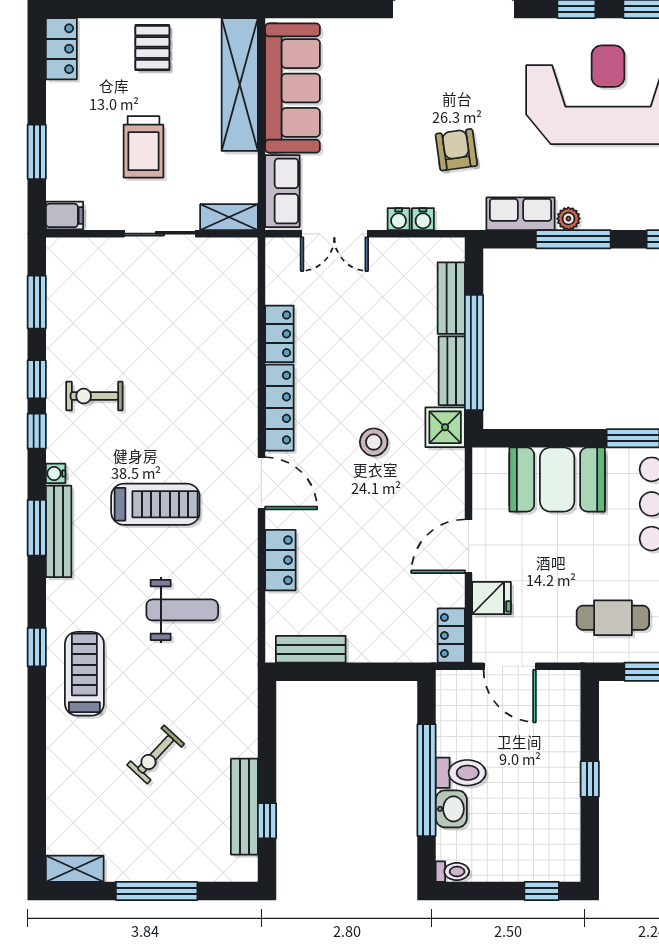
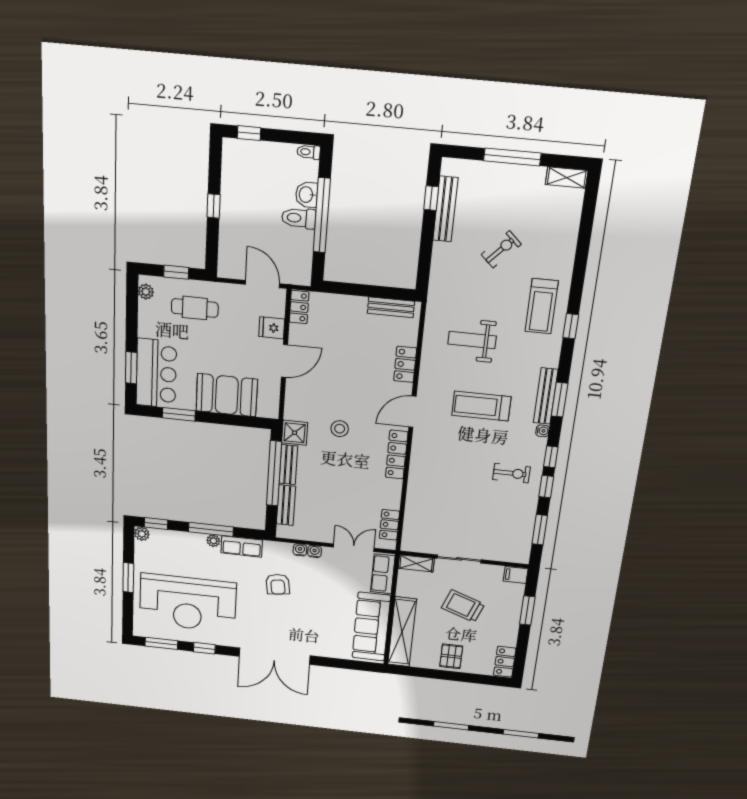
trolley: (143, 147) -> (463, 606), turned -70
locker: (279, 334) -> (389, 525), moved
door: (261, 483) -> (412, 412), hinge flipped

